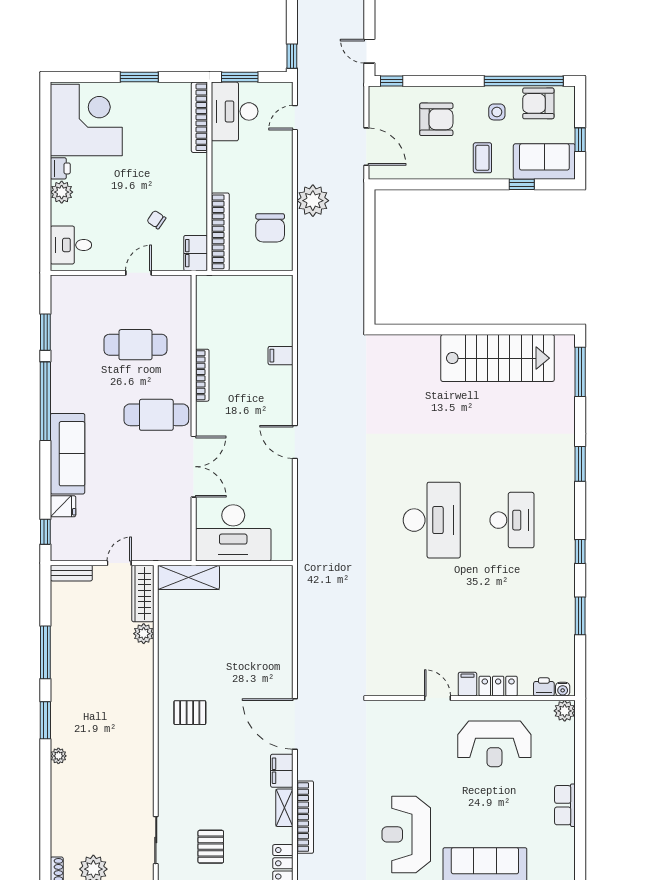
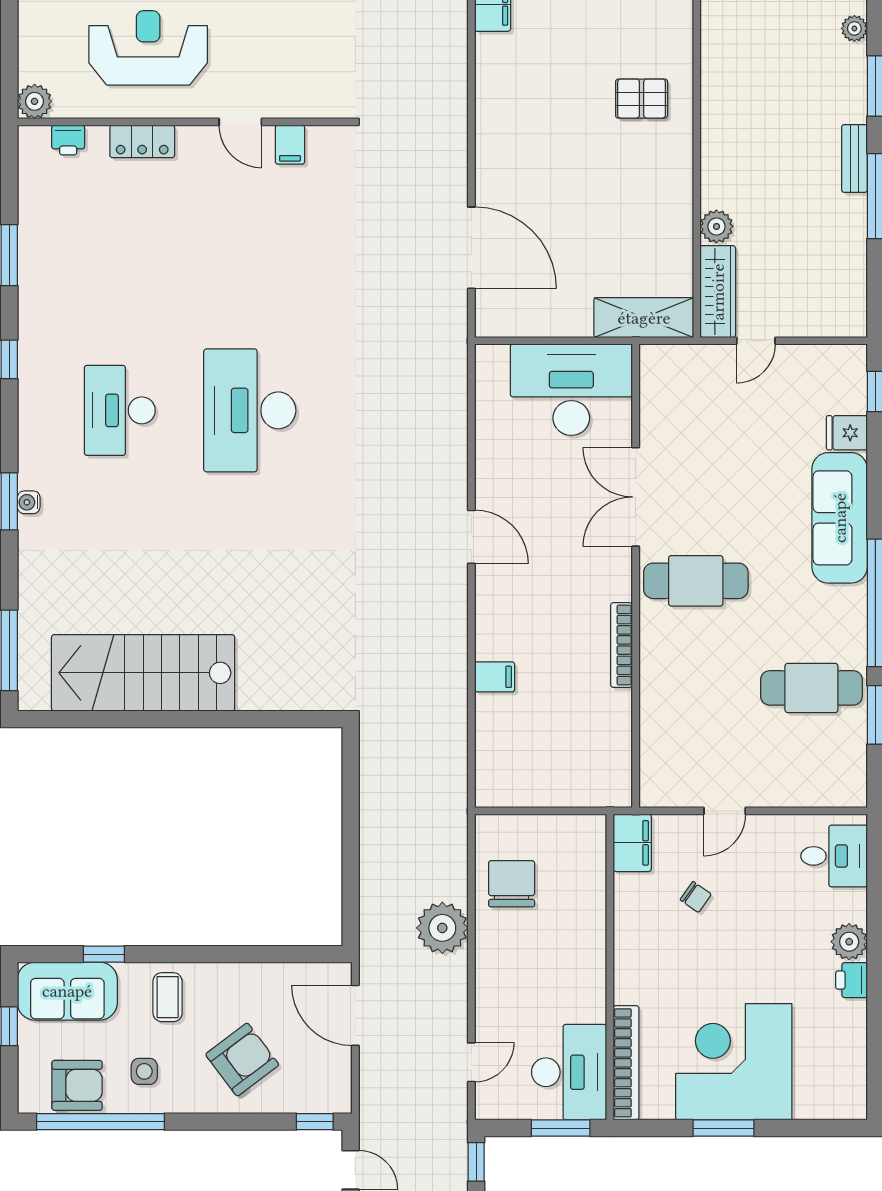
armchair: (436, 119) -> (242, 1060), turned 143
corner desk: (86, 120) -> (734, 1062), moved, turned 90
bookcase: (220, 232) -> (592, 877), removed
cafe table: (135, 345) -> (811, 688), moved
bench: (71, 573) -> (854, 158), moved, turned 90
filing cabinet: (467, 684) -> (290, 145), moved
water cooler: (563, 689) -> (29, 502), moved, turned -90
door: (295, 724) -> (471, 248), moved

